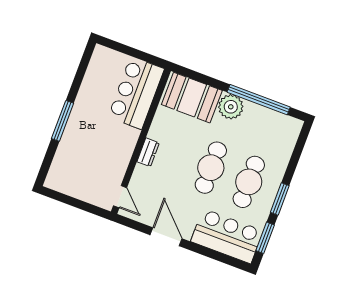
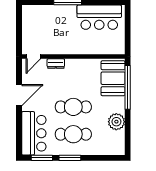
bar counter: (136, 93) -> (99, 17), moved, turned 180
window: (259, 100) -> (128, 87), moved
plant: (231, 107) -> (116, 122), moved
dresser: (148, 152) -> (56, 64), moved

